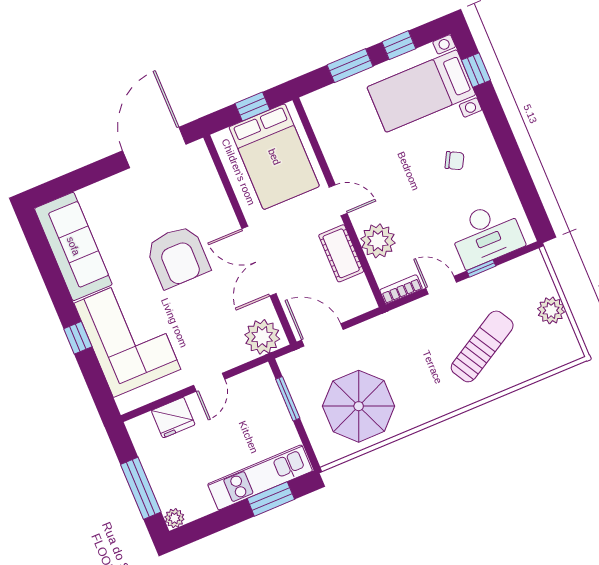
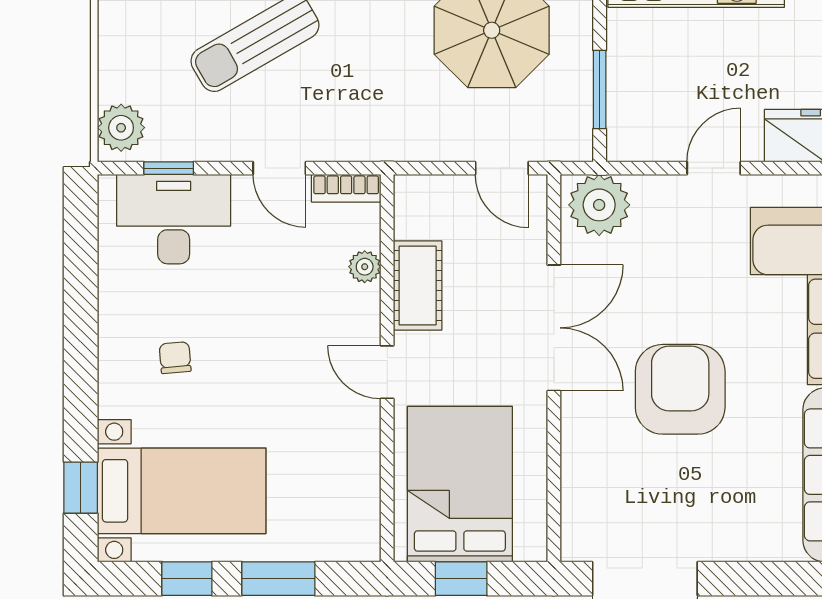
chair: (454, 161) -> (175, 358), turned 57
plant: (378, 241) -> (365, 267), width x0.53, depth x0.53
window: (481, 268) -> (169, 168), moved
plant: (551, 310) -> (121, 128), moved
door: (322, 335) -> (502, 168), width x0.73

